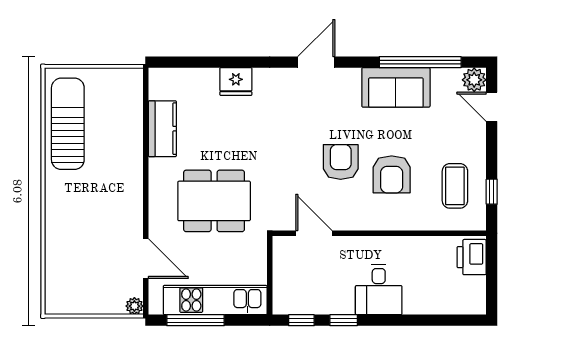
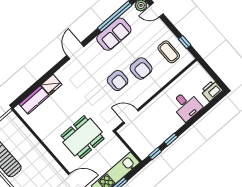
kitchen counter: (162, 129) -> (34, 100), moved, turned 90
armchair: (341, 162) -> (118, 81), turned 180
printer: (472, 257) -> (212, 91), moved, turned 90
desk: (379, 290) -> (186, 106), moved

